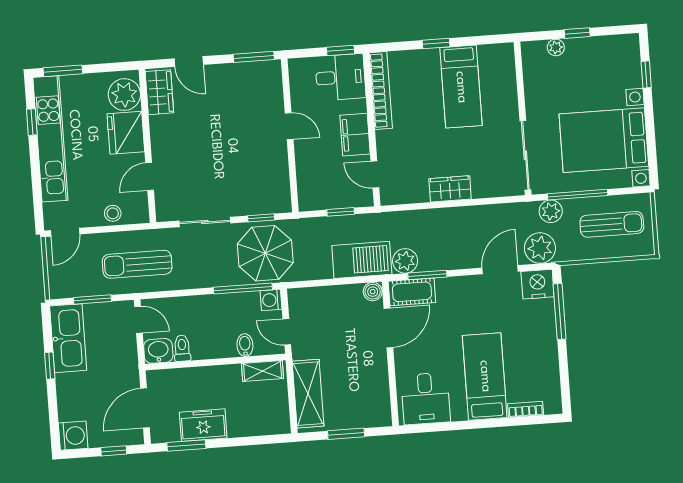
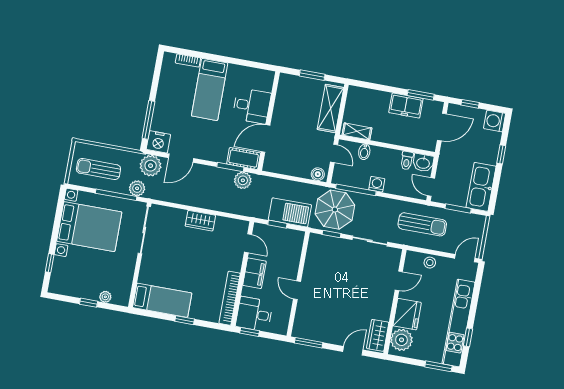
door: (189, 62) -> (353, 351), hinge flipped
bed: (461, 87) -> (162, 300), moved, turned 90
barbecue: (362, 260) -> (290, 212), moved, turned 180
boiler: (373, 292) -> (318, 174), moved
washing machine: (271, 300) -> (377, 184), moved, turned -90
window: (50, 366) -> (501, 154), moved
desk: (426, 399) -> (252, 106), moved, turned 90

